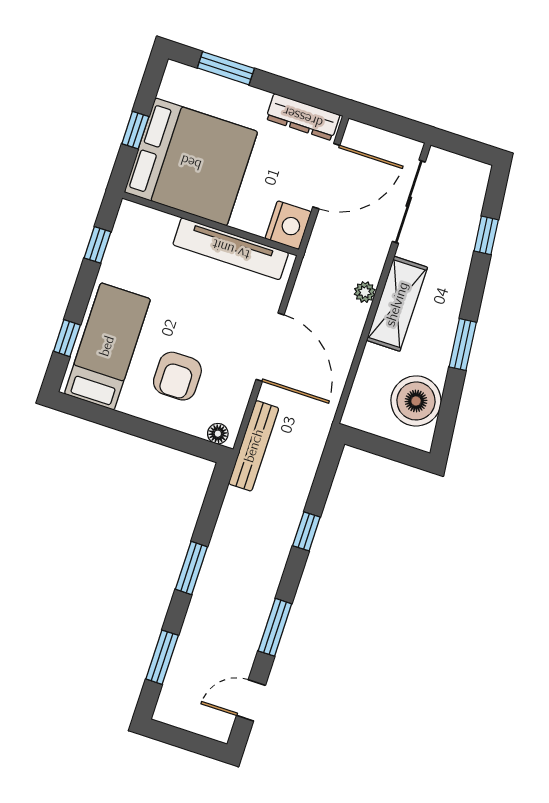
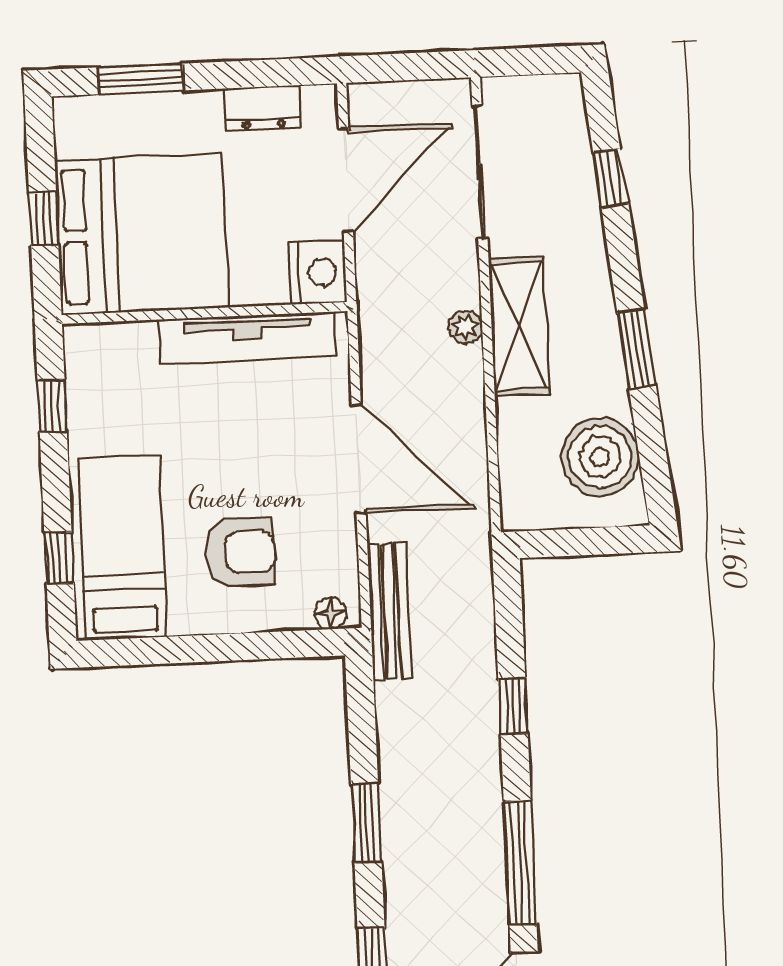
dresser: (303, 117) -> (263, 108), width x0.70
armchair: (177, 376) -> (240, 552), turned -90
window: (275, 627) -> (520, 863), width x1.44

